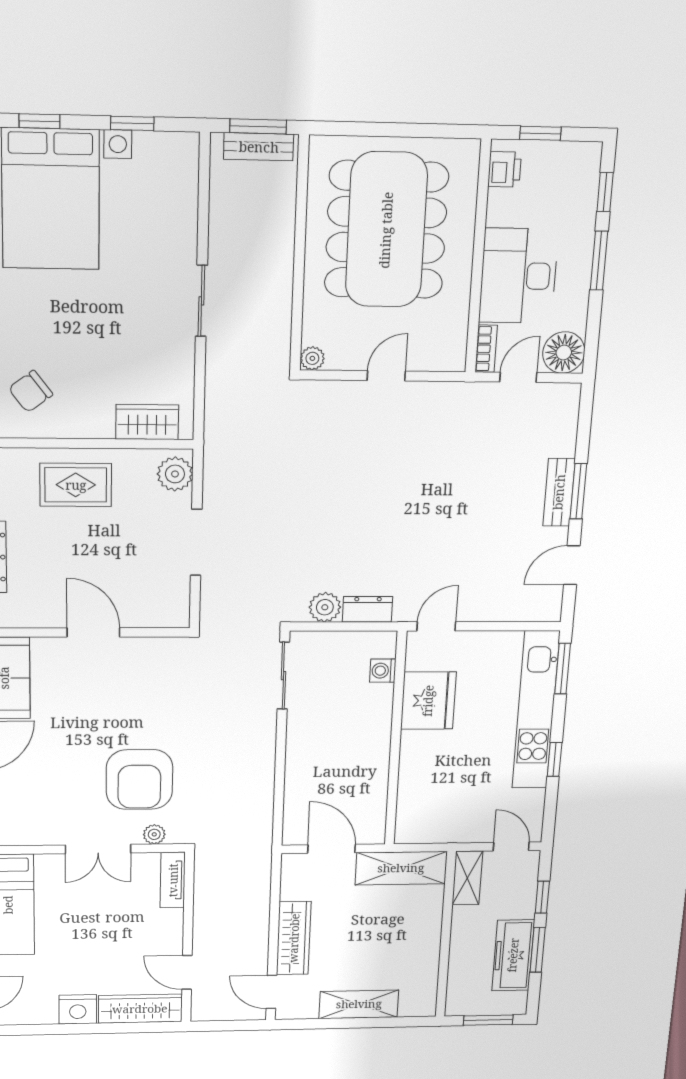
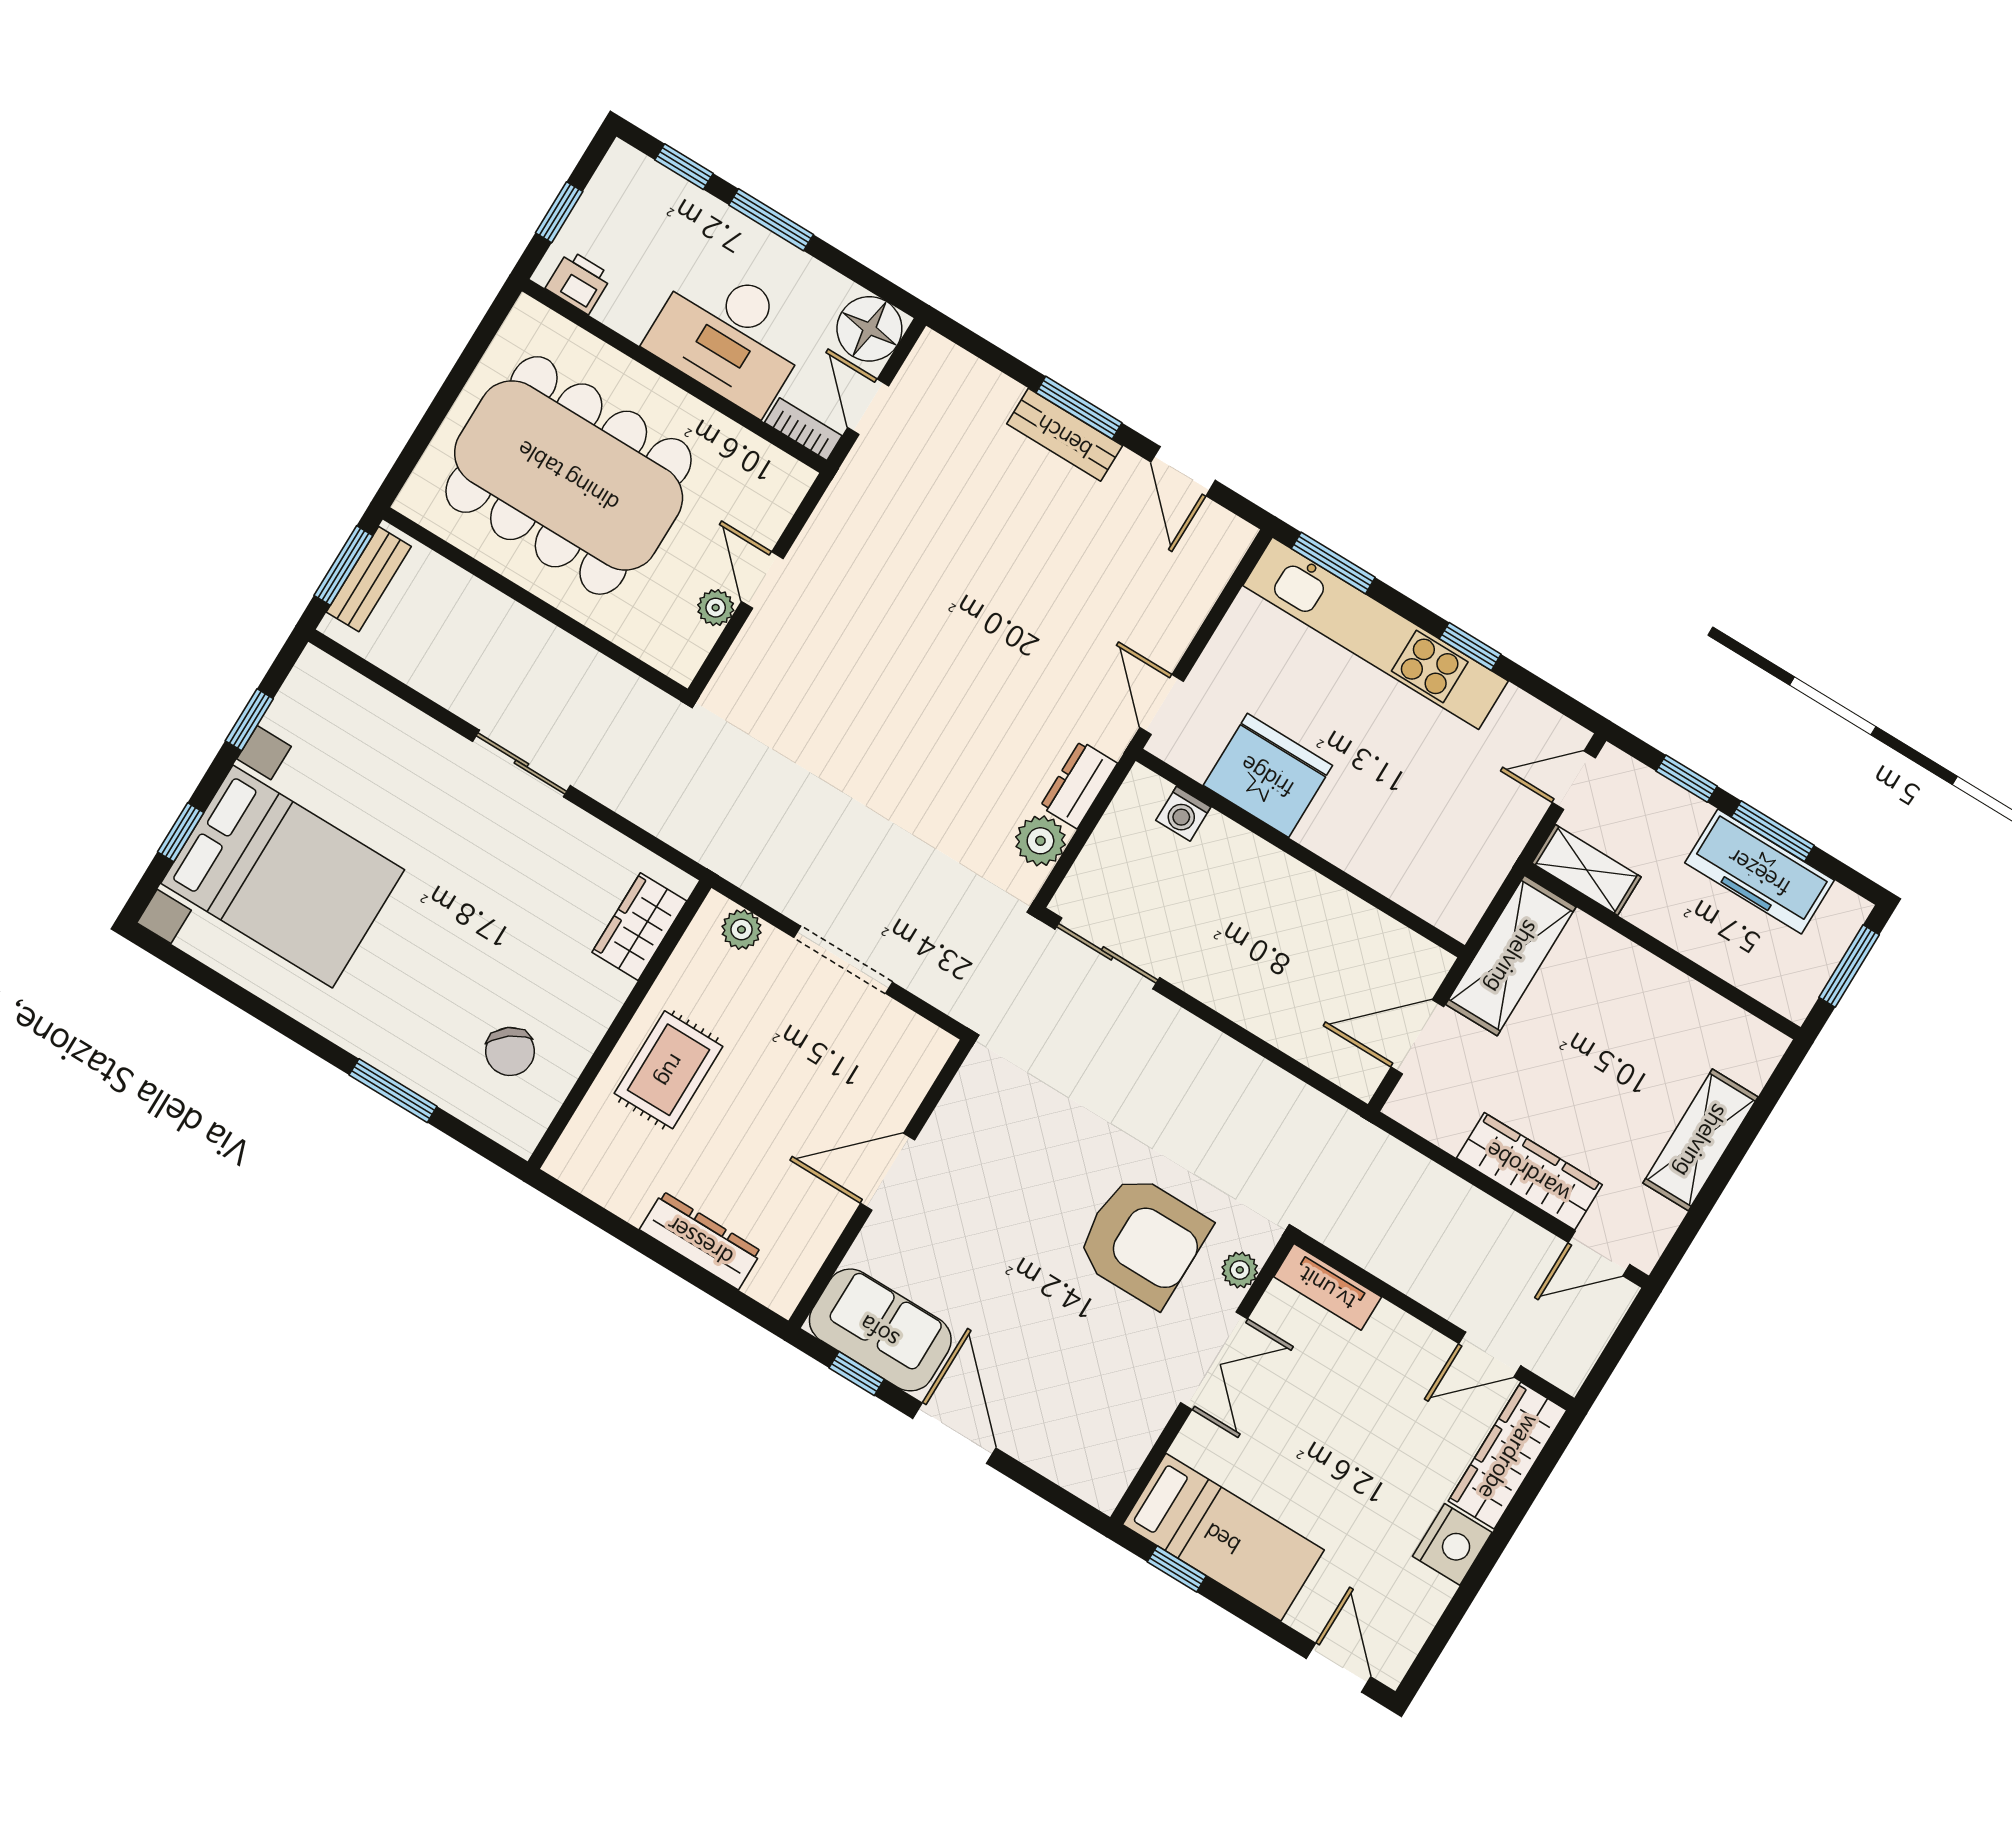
plant: (312, 358) -> (716, 608), moved
plant: (175, 474) -> (741, 930), width x0.73, depth x0.73

